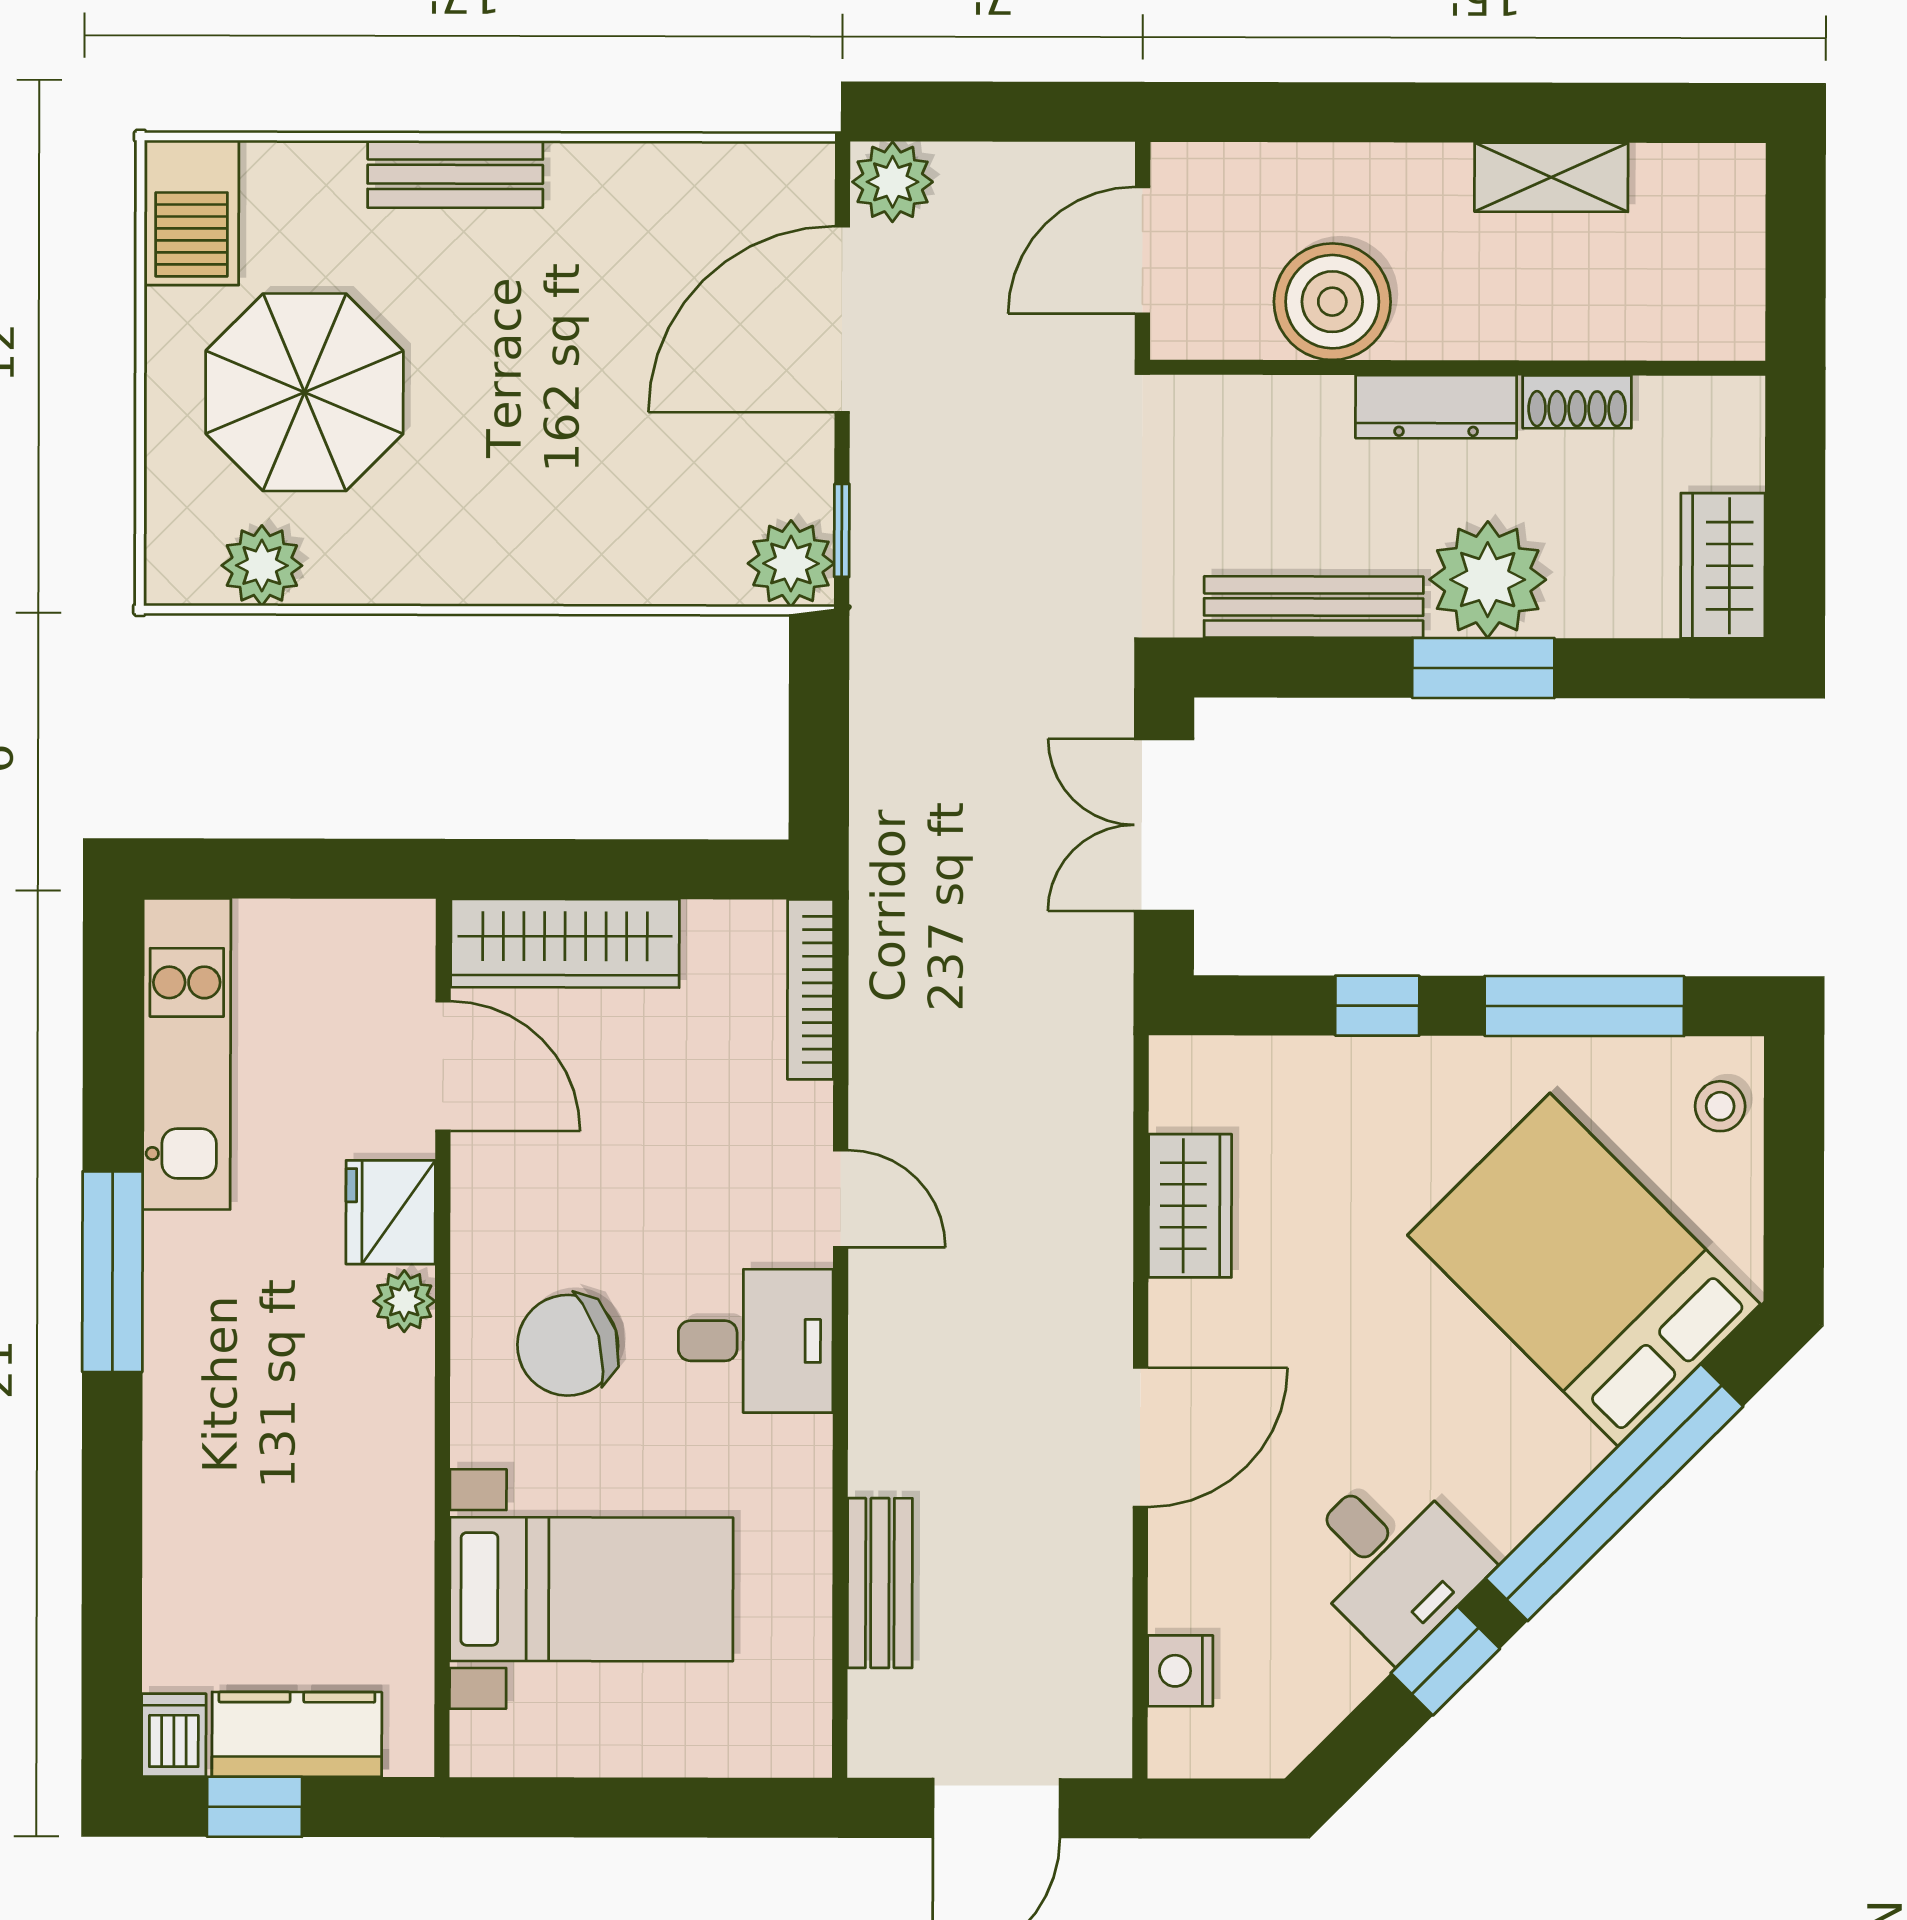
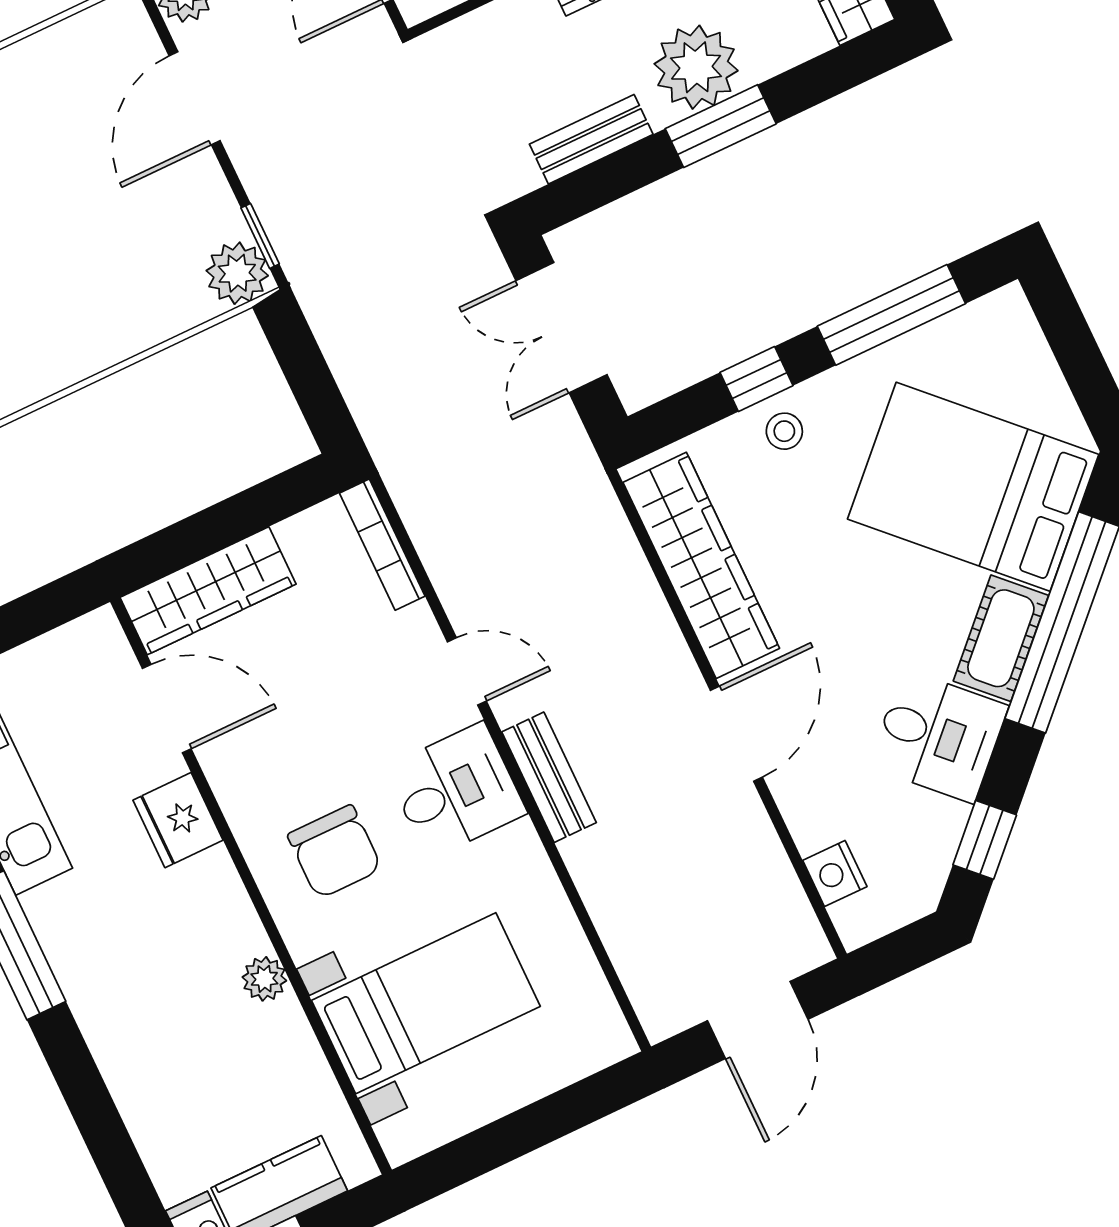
door: (842, 319) -> (195, 98), width x0.73
bench: (1314, 607) -> (591, 139), width x0.73
stool: (1720, 1106) -> (784, 431), moved
wardrobe: (1190, 1206) -> (701, 565), width x2.10, depth x1.17
plant: (404, 1301) -> (264, 979), moved
chair: (568, 1345) -> (335, 852), turned -73
cot: (1528, 1476) -> (1001, 638), added
bench: (880, 1583) -> (549, 777), moved
window: (1445, 1661) -> (985, 840), moved

